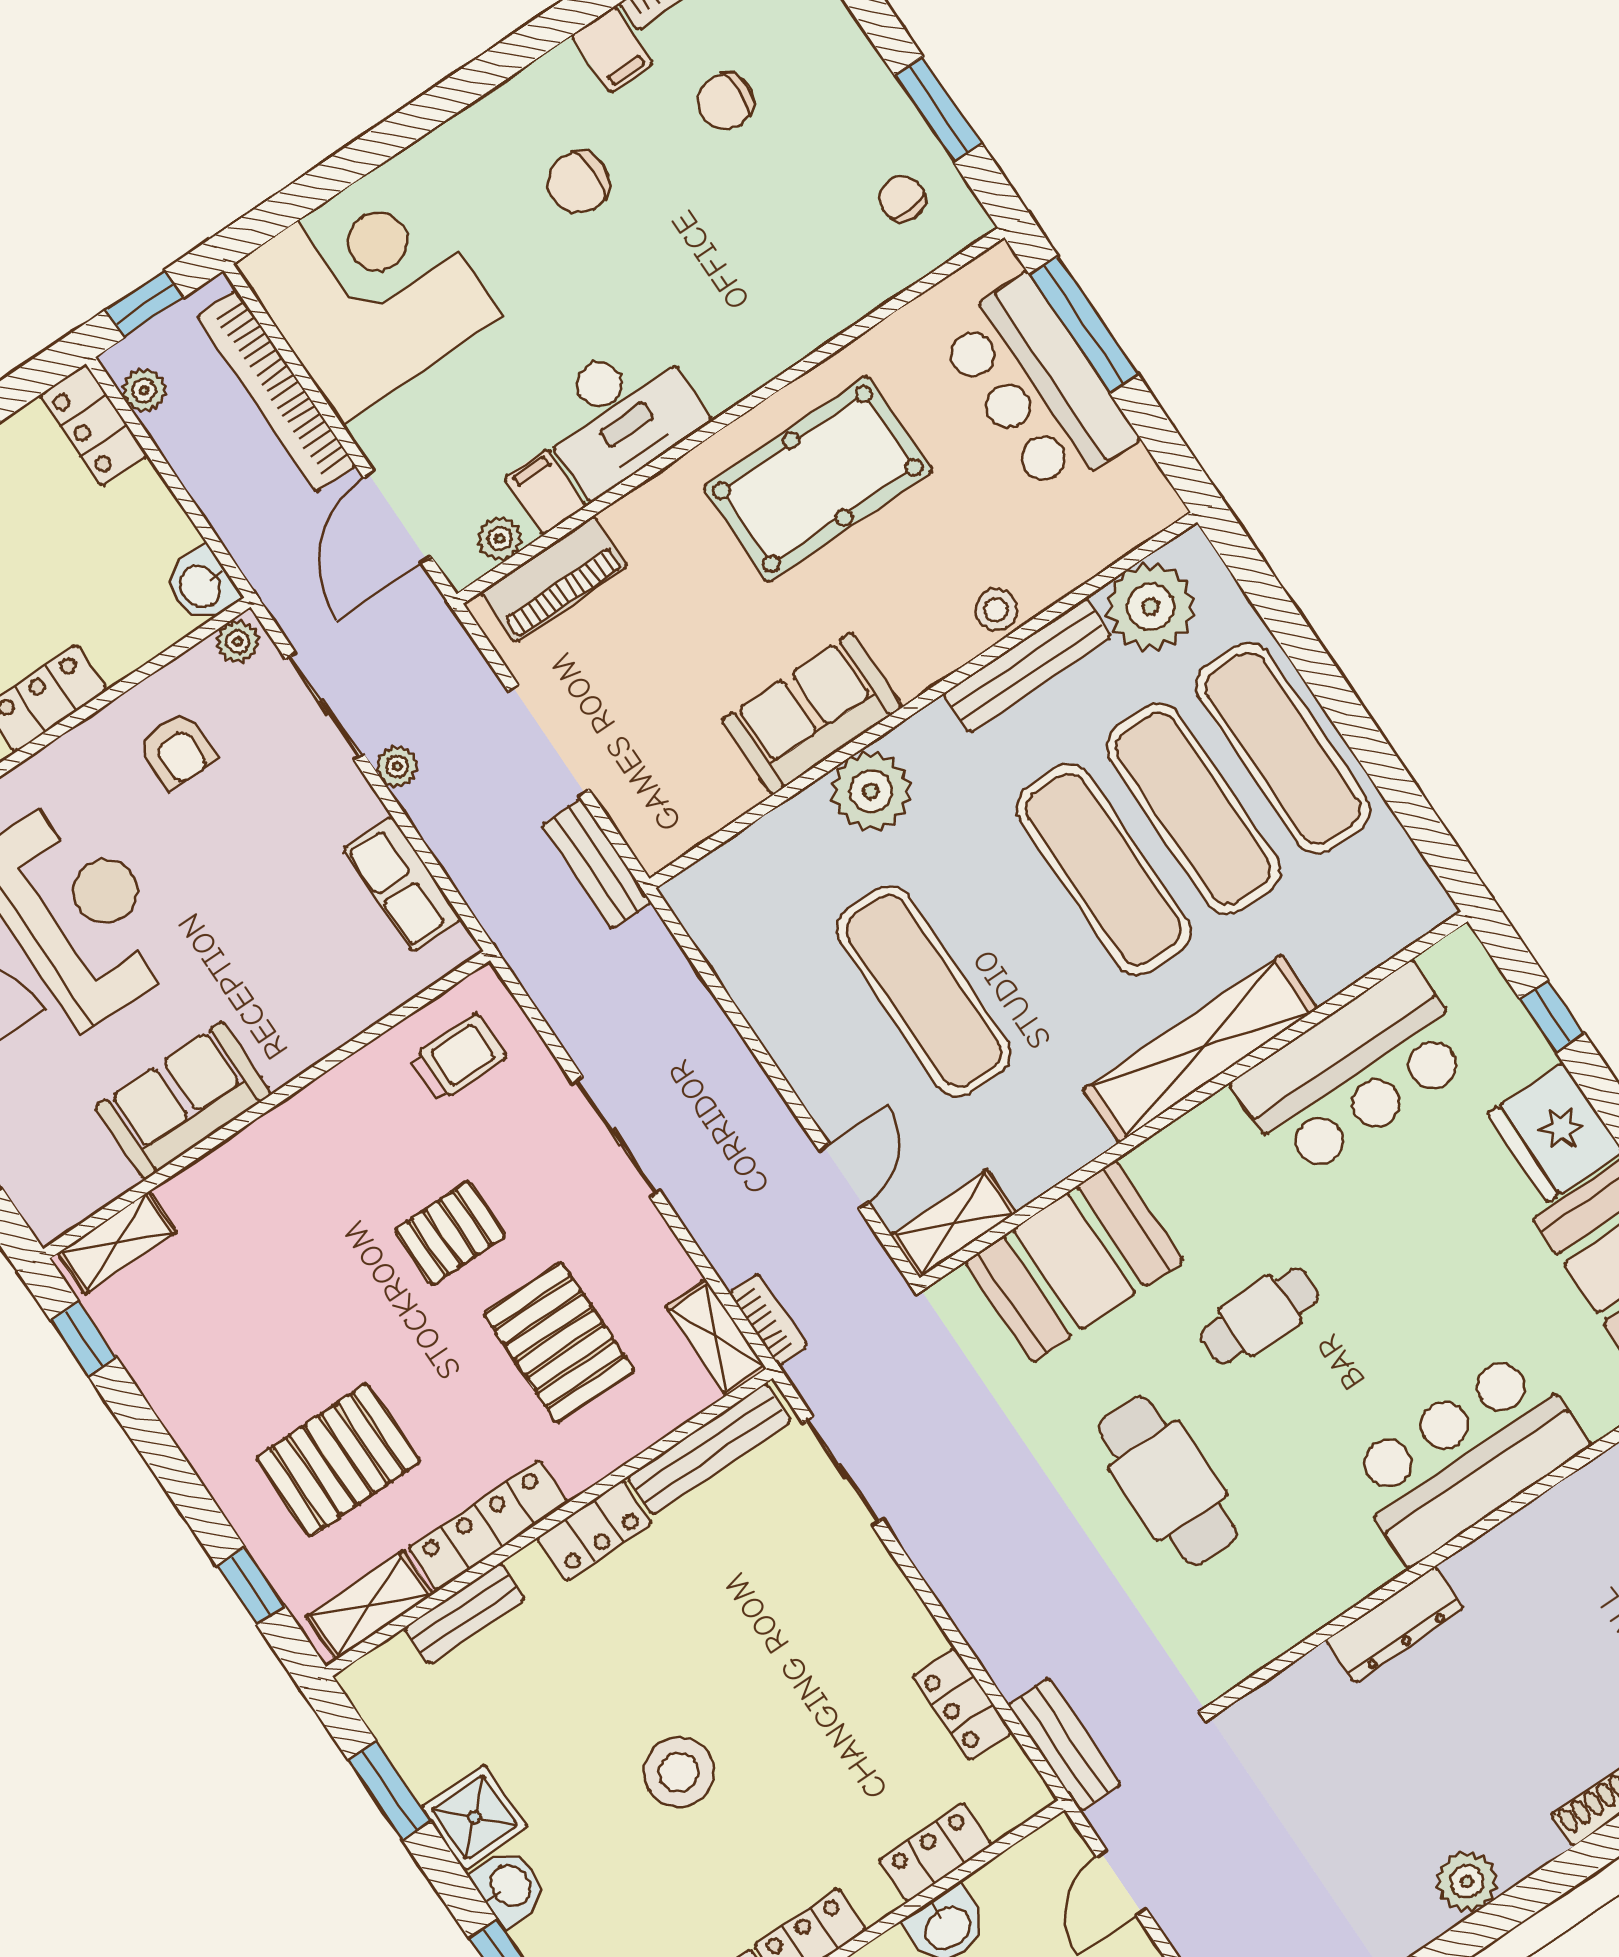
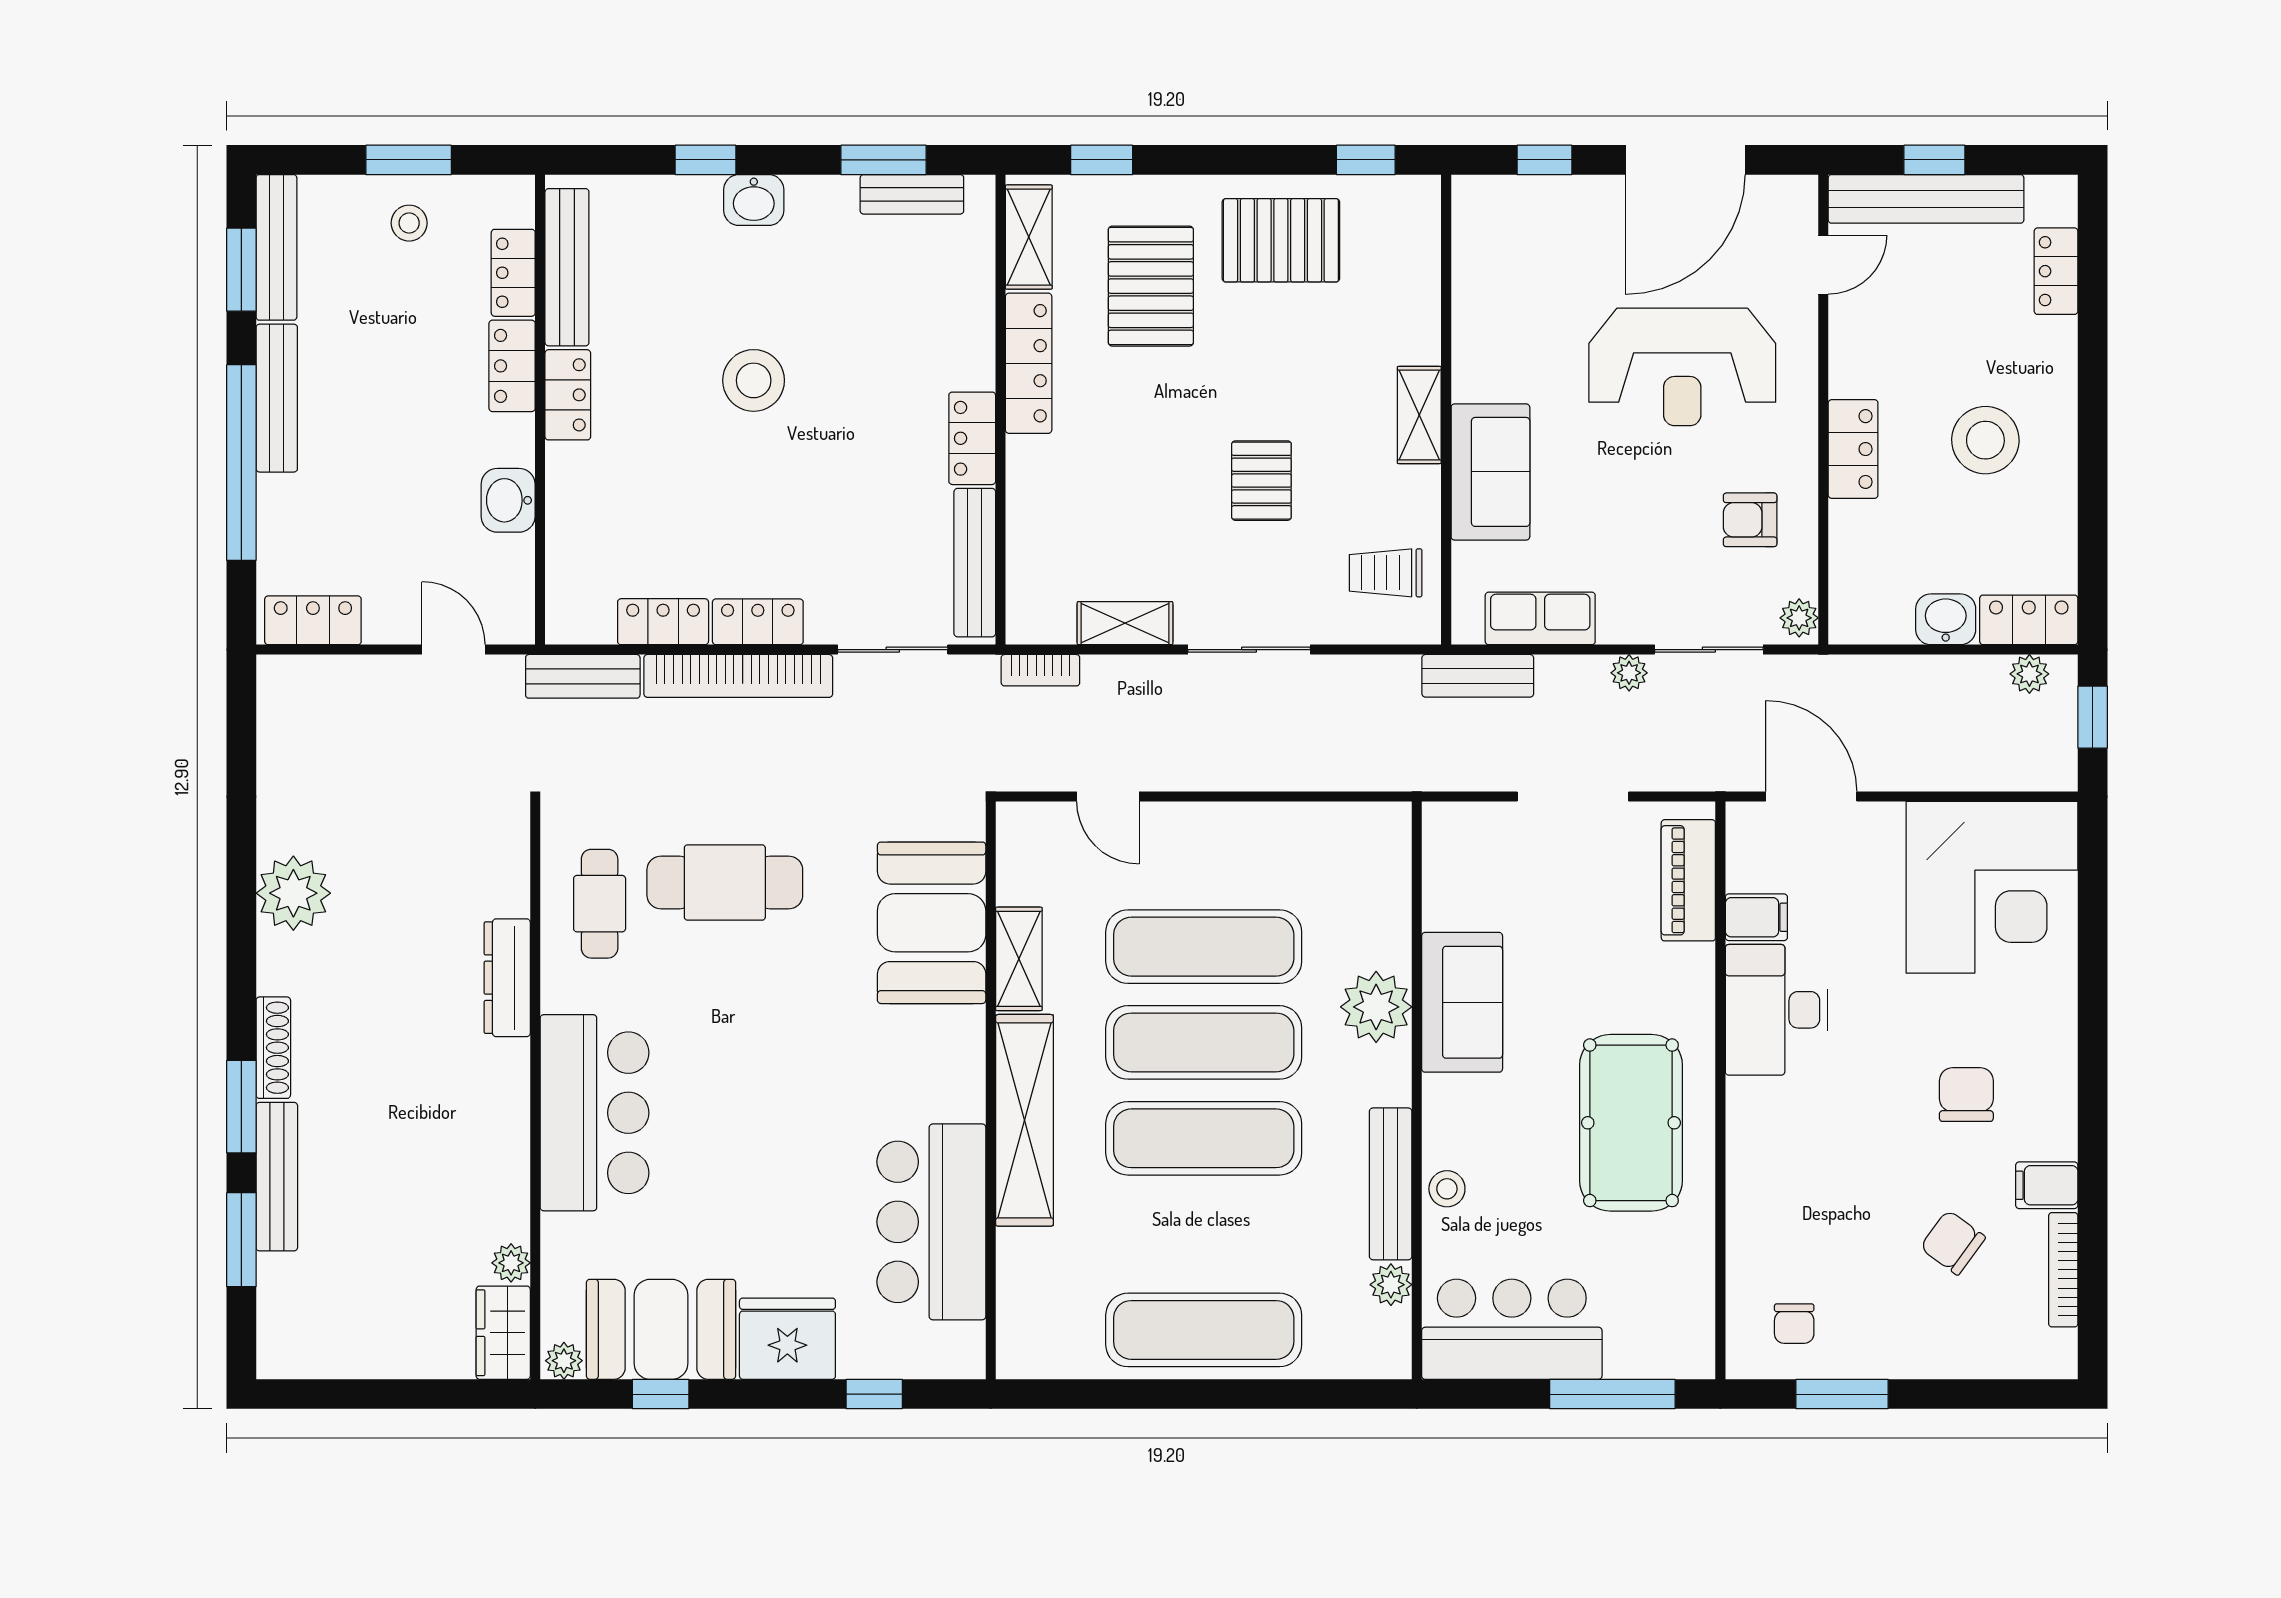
chair: (726, 101) -> (1953, 1242), turned -54
chair: (902, 199) -> (1794, 1324), turned 90
bar counter: (1037, 387) -> (1512, 1329), moved
bookcase: (276, 391) -> (738, 676), moved, turned 180
plant: (500, 539) -> (1745, 861), removed
washbasin: (202, 585) -> (1946, 619), moved
plant: (1150, 607) -> (1391, 1285), width x0.53, depth x0.53
exercise mat: (1193, 809) -> (1204, 1042), moved
bench: (596, 864) -> (1478, 676), moved
trolley: (458, 1058) -> (1386, 573), turned 90
sofa: (183, 1101) -> (1490, 472), moved
shelving: (953, 1224) -> (1019, 959), moved
shelving: (117, 1243) -> (1419, 415), moved
cafe table: (1260, 1316) -> (600, 904), moved
shelving: (716, 1338) -> (1125, 623), moved
pallet: (559, 1342) -> (1281, 240), moved
bench: (465, 1614) -> (912, 194), moved, turned 90
shower: (474, 1817) -> (822, 209), removed
locker: (935, 1852) -> (758, 622), moved, turned -90
plant: (1467, 1881) -> (293, 893), width x1.36, depth x1.36

